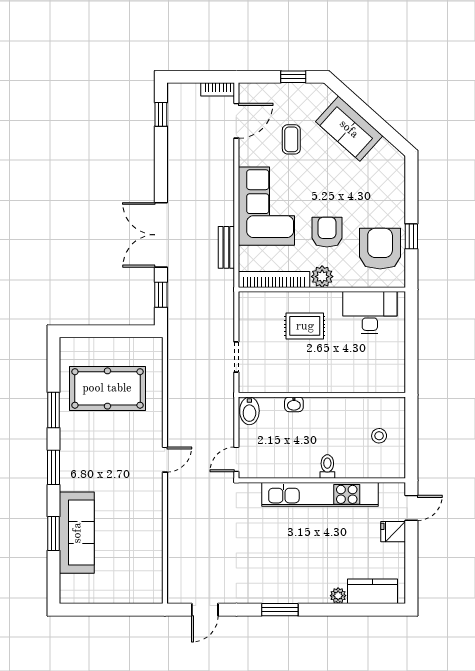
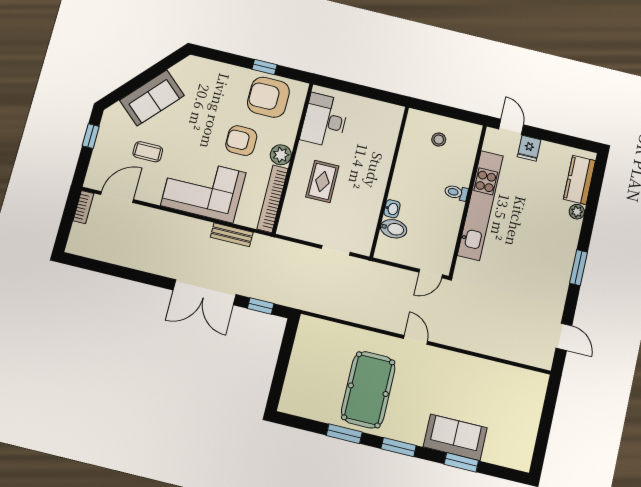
window: (161, 114) -> (92, 265), removed
door: (236, 121) -> (117, 197), hinge flipped
pool table: (107, 388) -> (368, 390), moved
bidet: (249, 411) -> (394, 229), moved
door: (236, 459) -> (431, 274), hinge flipped
sofa: (77, 533) -> (455, 437), width x0.73

